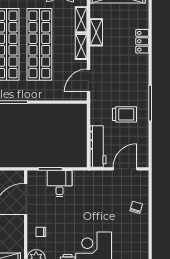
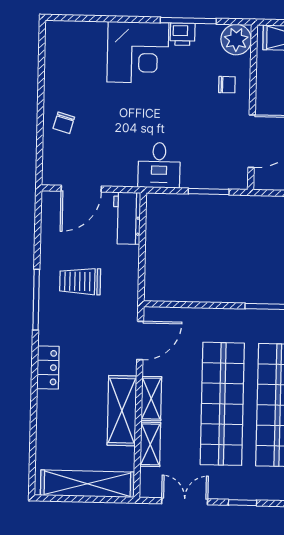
shelving: (96, 32) -> (122, 411), width x1.50, depth x1.33
locker: (142, 41) -> (48, 368), moved
workbench: (98, 146) -> (127, 218), width x0.73
desk: (60, 184) -> (159, 165), moved

